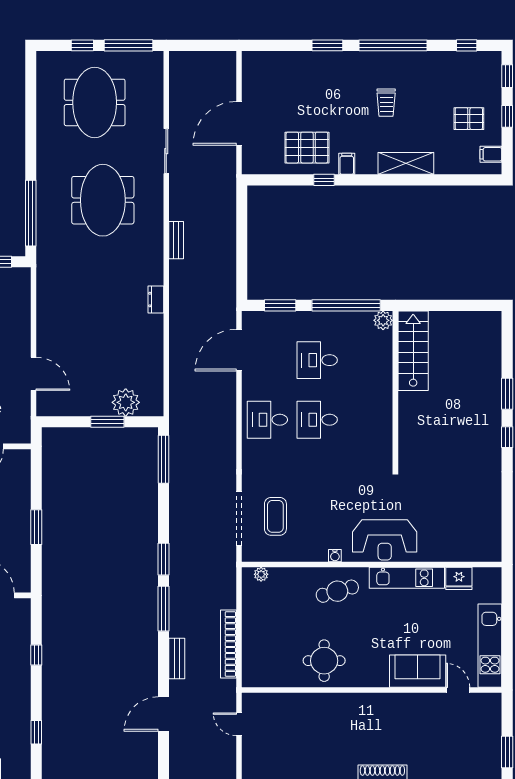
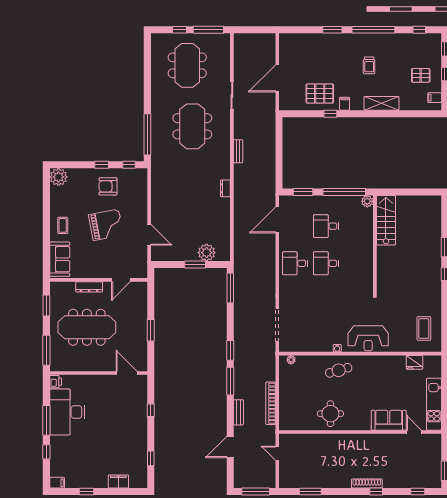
coffee table: (275, 516) -> (424, 329), moved
kitchen unit: (407, 578) -> (382, 362), removed

